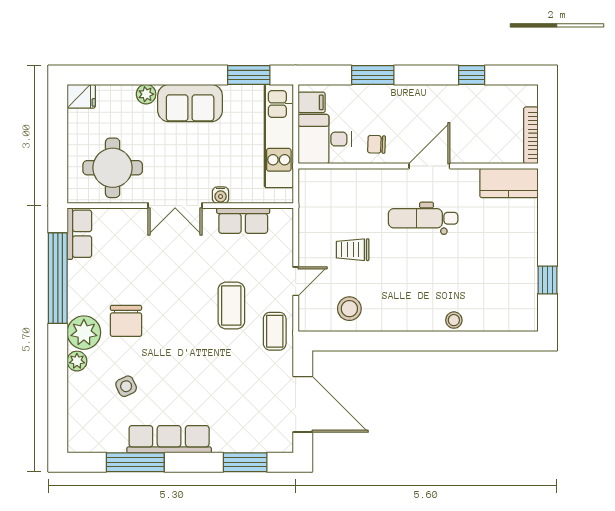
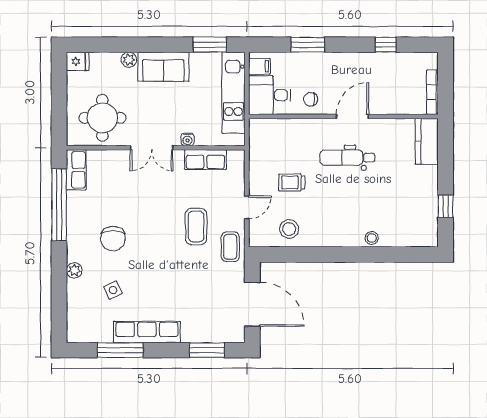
kitchen counter: (509, 183) -> (427, 141), moved, turned 90
plant: (84, 333) -> (80, 248), removed

